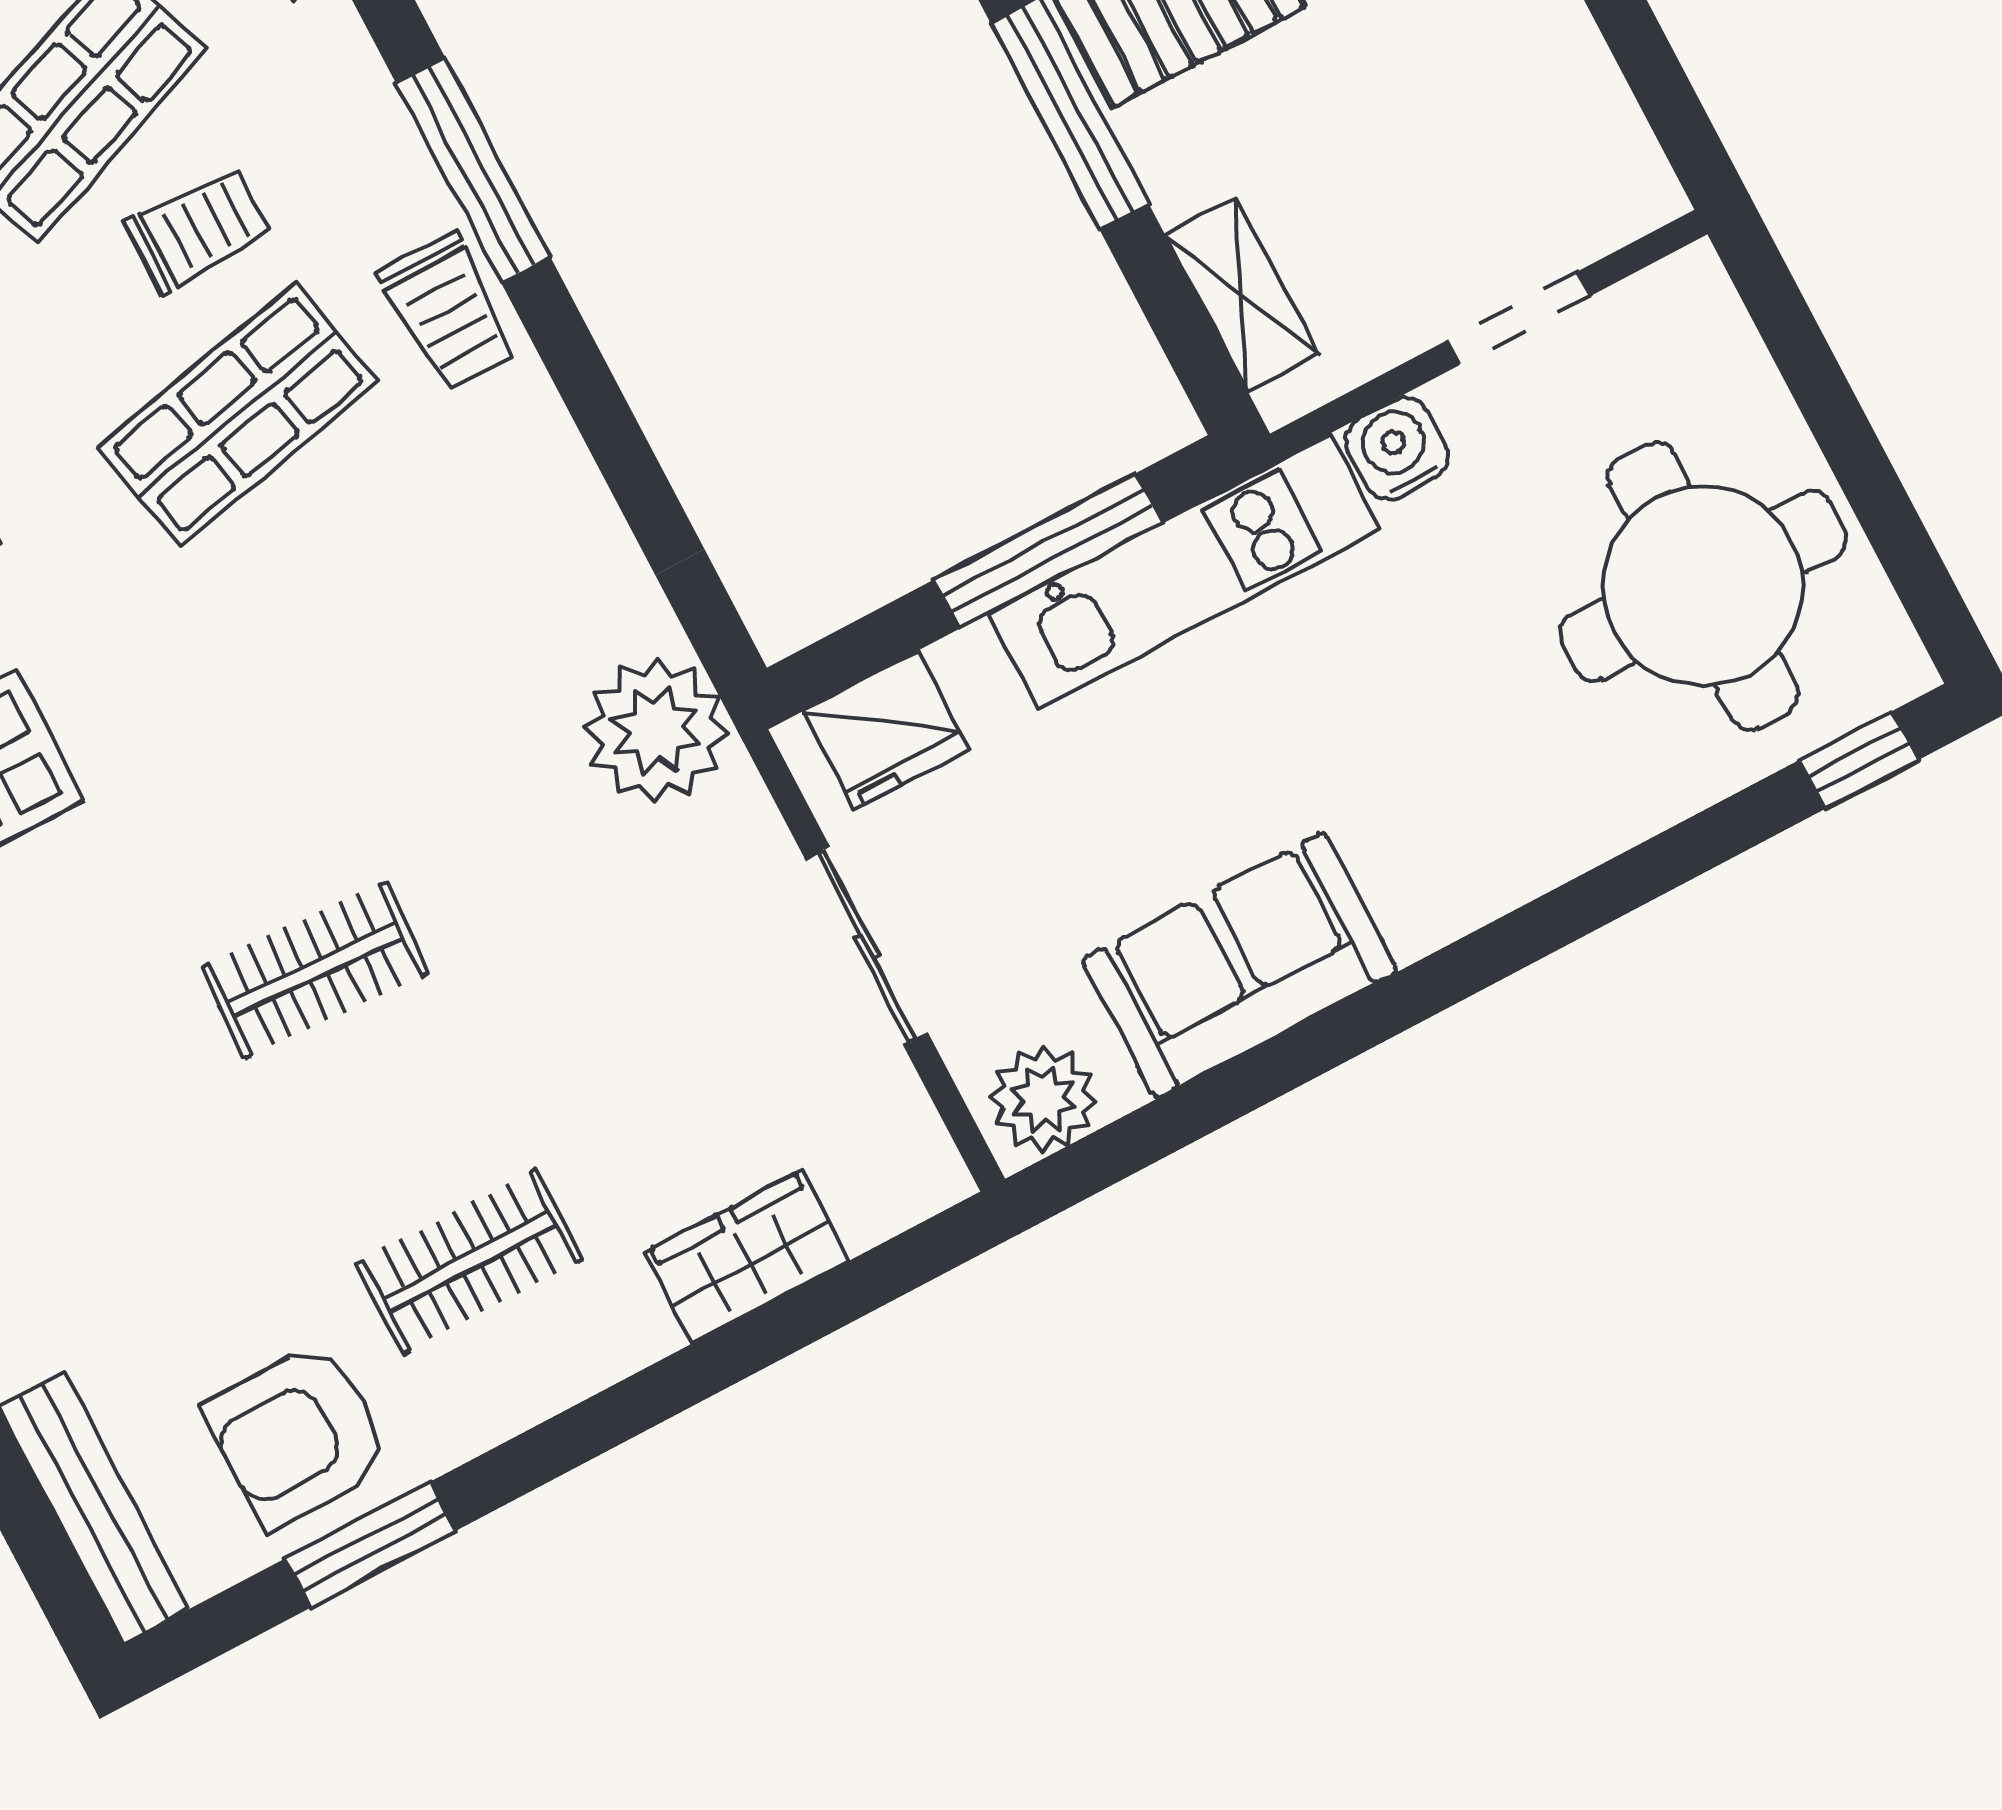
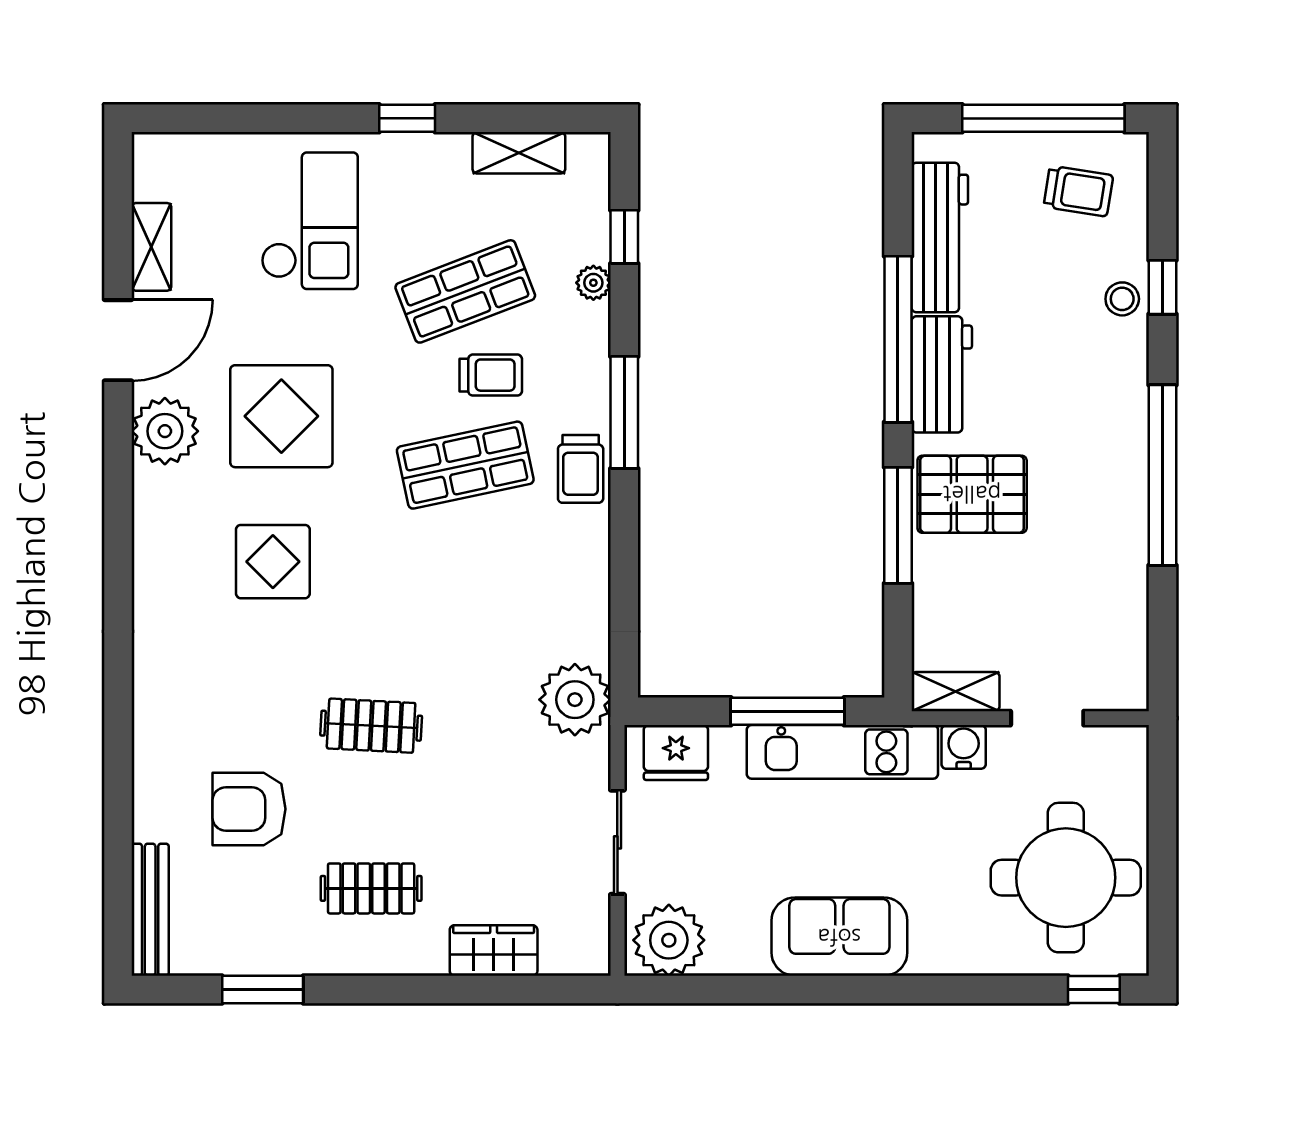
shelving: (1242, 294) -> (956, 692), moved, turned 90
sofa: (1240, 965) -> (839, 937), moved
plant: (1043, 1099) -> (669, 940), width x1.36, depth x1.36
armchair: (297, 1435) -> (249, 809), moved

